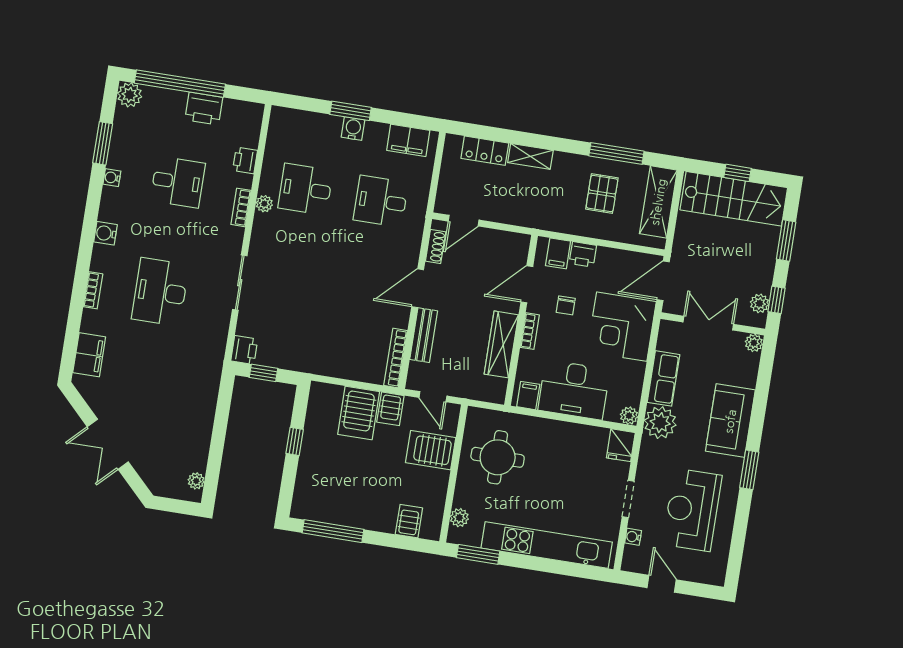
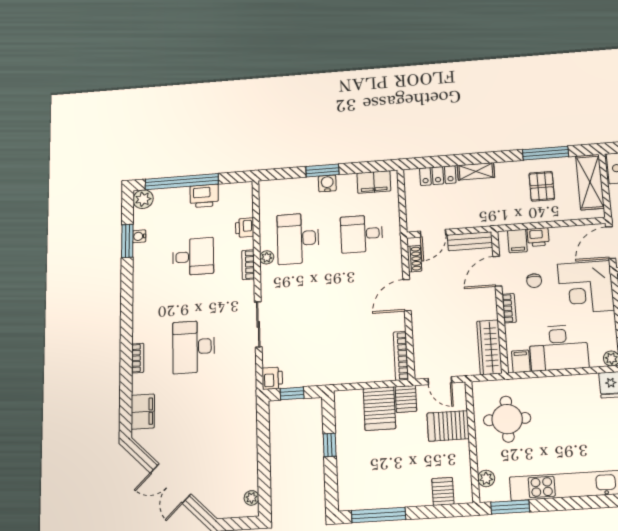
water cooler: (112, 178) -> (139, 236), moved
desk: (305, 189) -> (298, 238), width x1.37
water cooler: (105, 233) -> (141, 310), removed
bench: (424, 335) -> (470, 241), moved, turned 90
wardrobe: (501, 344) -> (489, 347), moved

